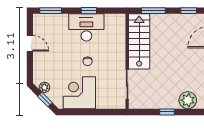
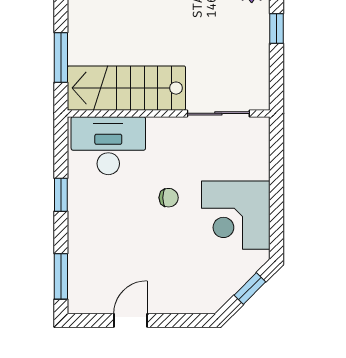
desk: (86, 27) -> (108, 146), moved, turned 90
plant: (44, 87) -> (224, 289), removed

